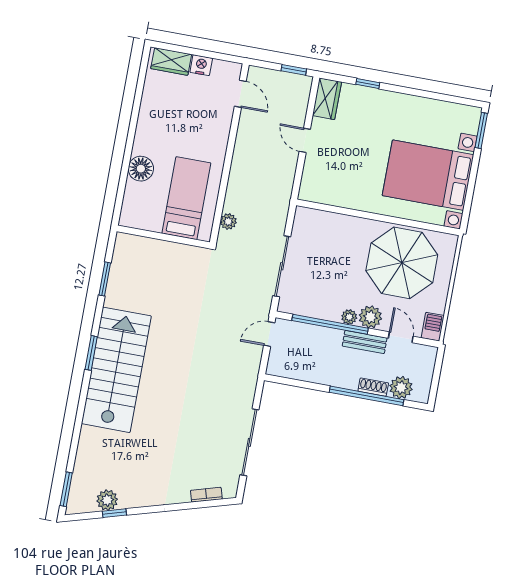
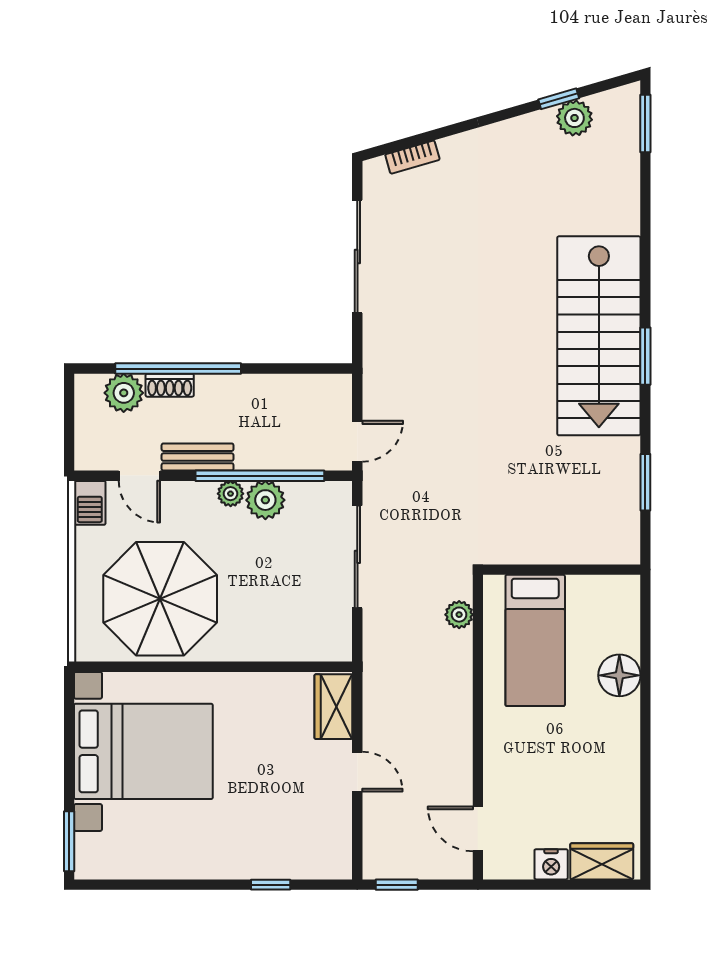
wardrobe: (327, 99) -> (333, 707), moved
plant: (370, 317) -> (265, 500), moved

